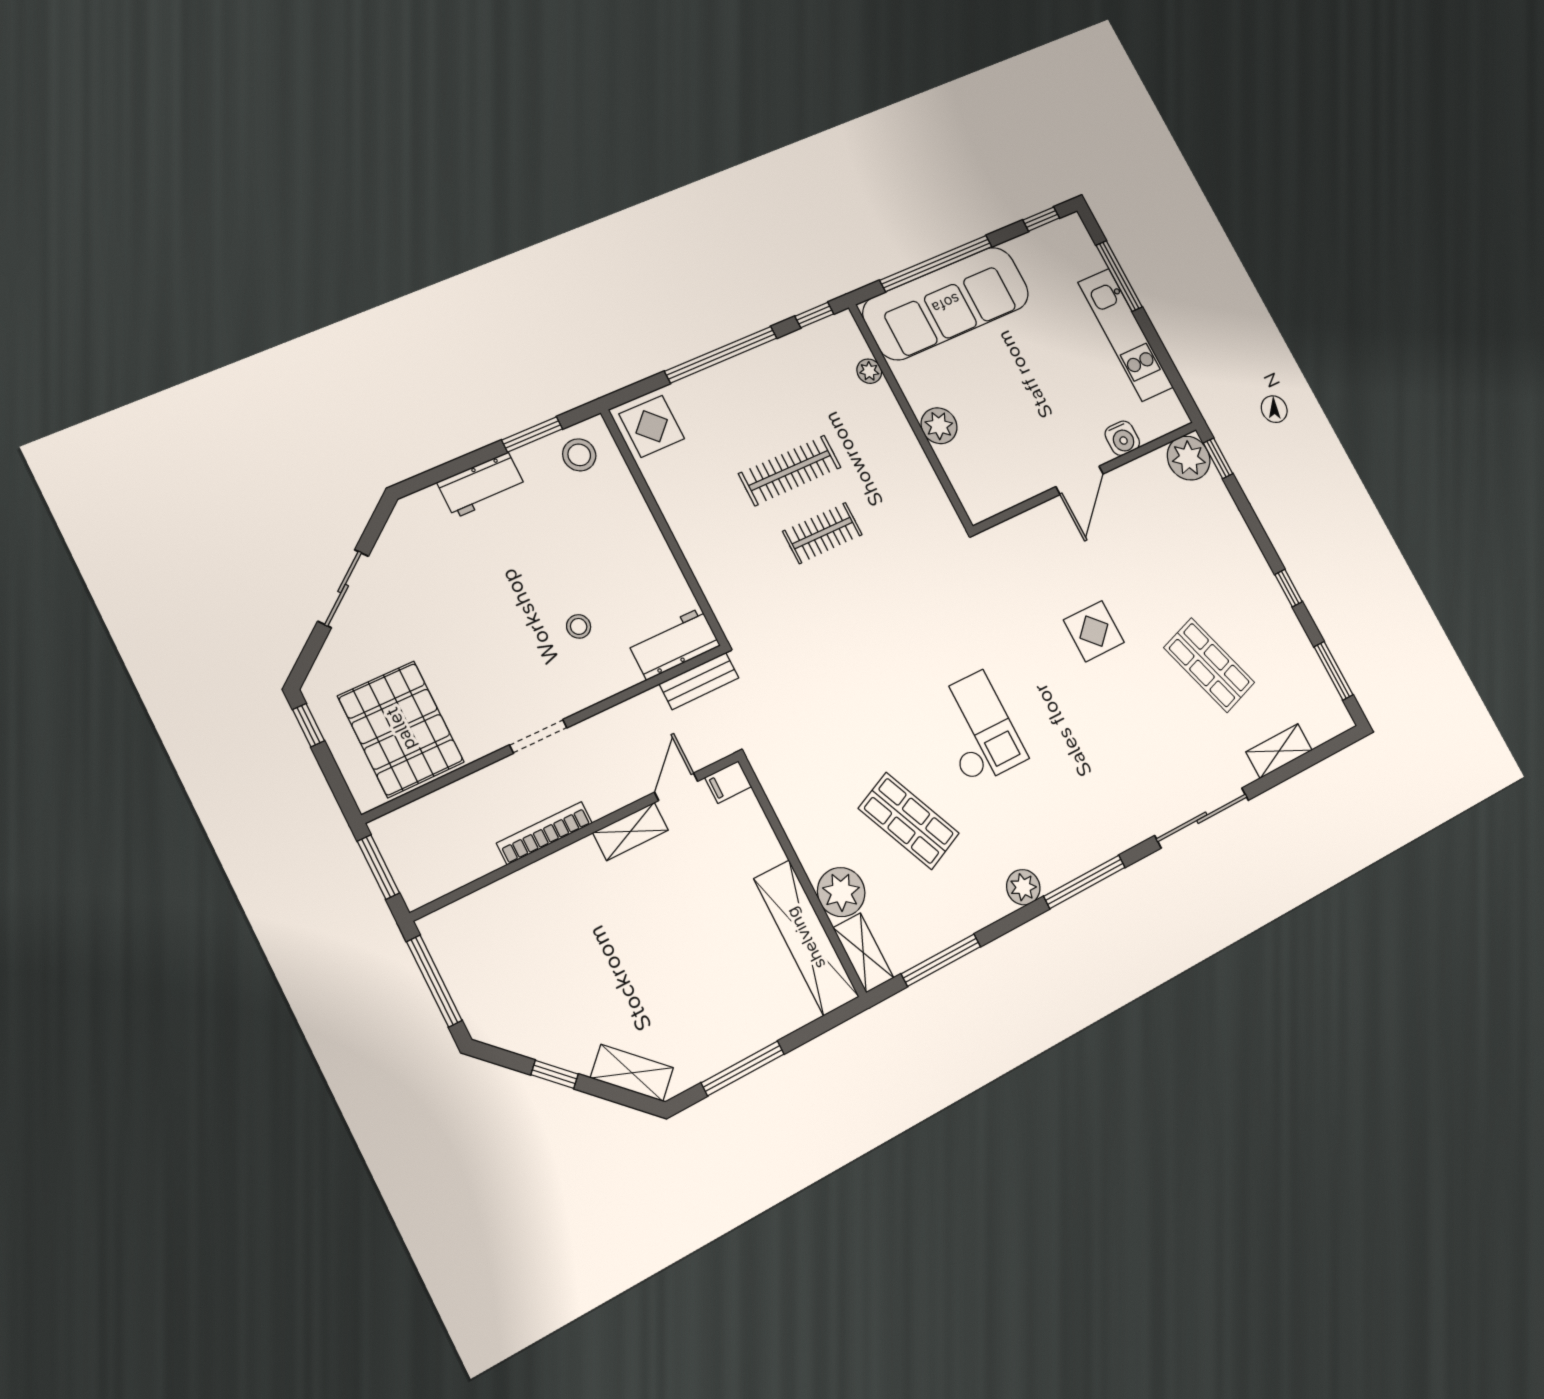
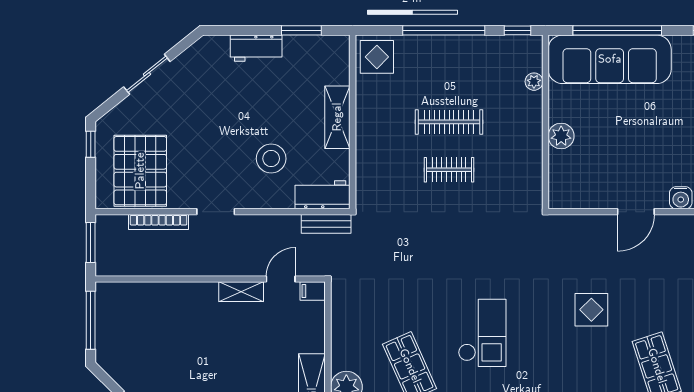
stool: (579, 455) -> (324, 55), removed
shelving: (640, 530) -> (337, 117), added
stool: (579, 626) -> (271, 159), width x1.89, depth x1.89
bookcase: (545, 833) -> (159, 222), moved, turned 180

